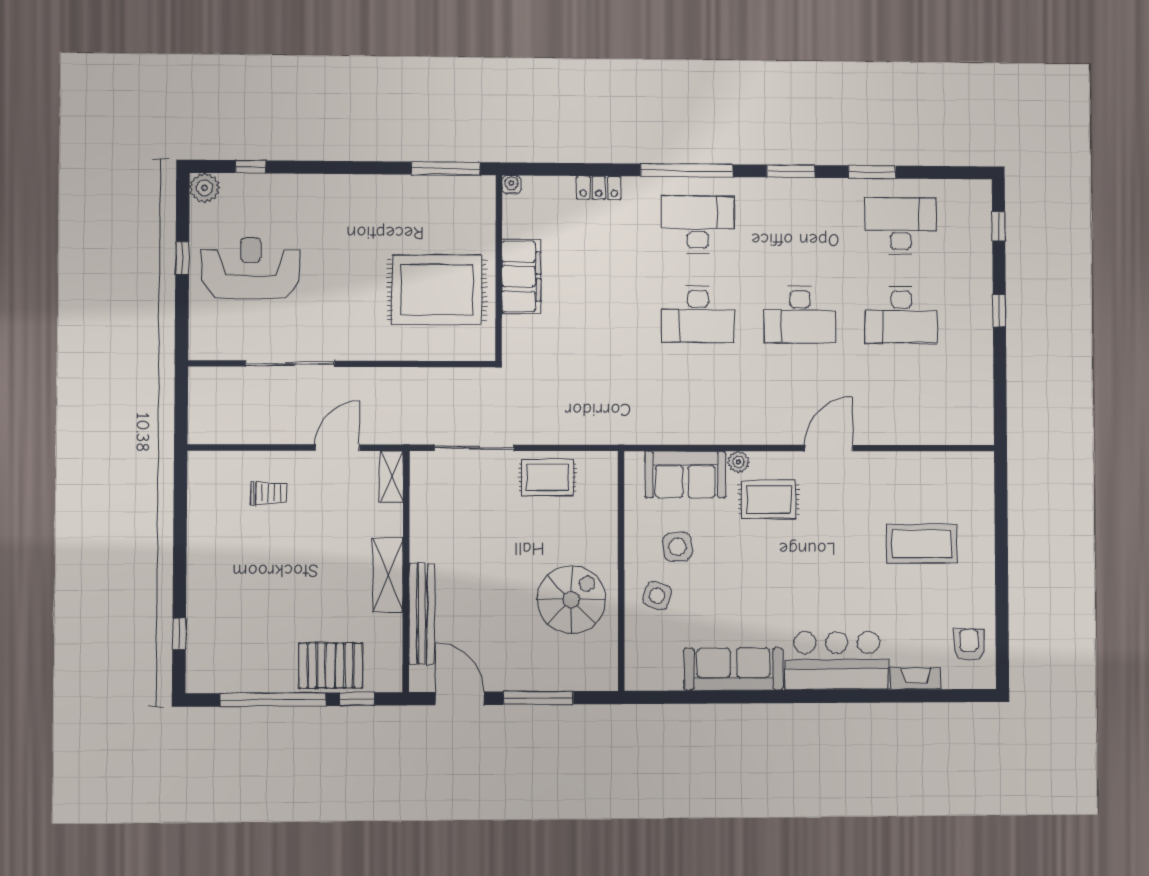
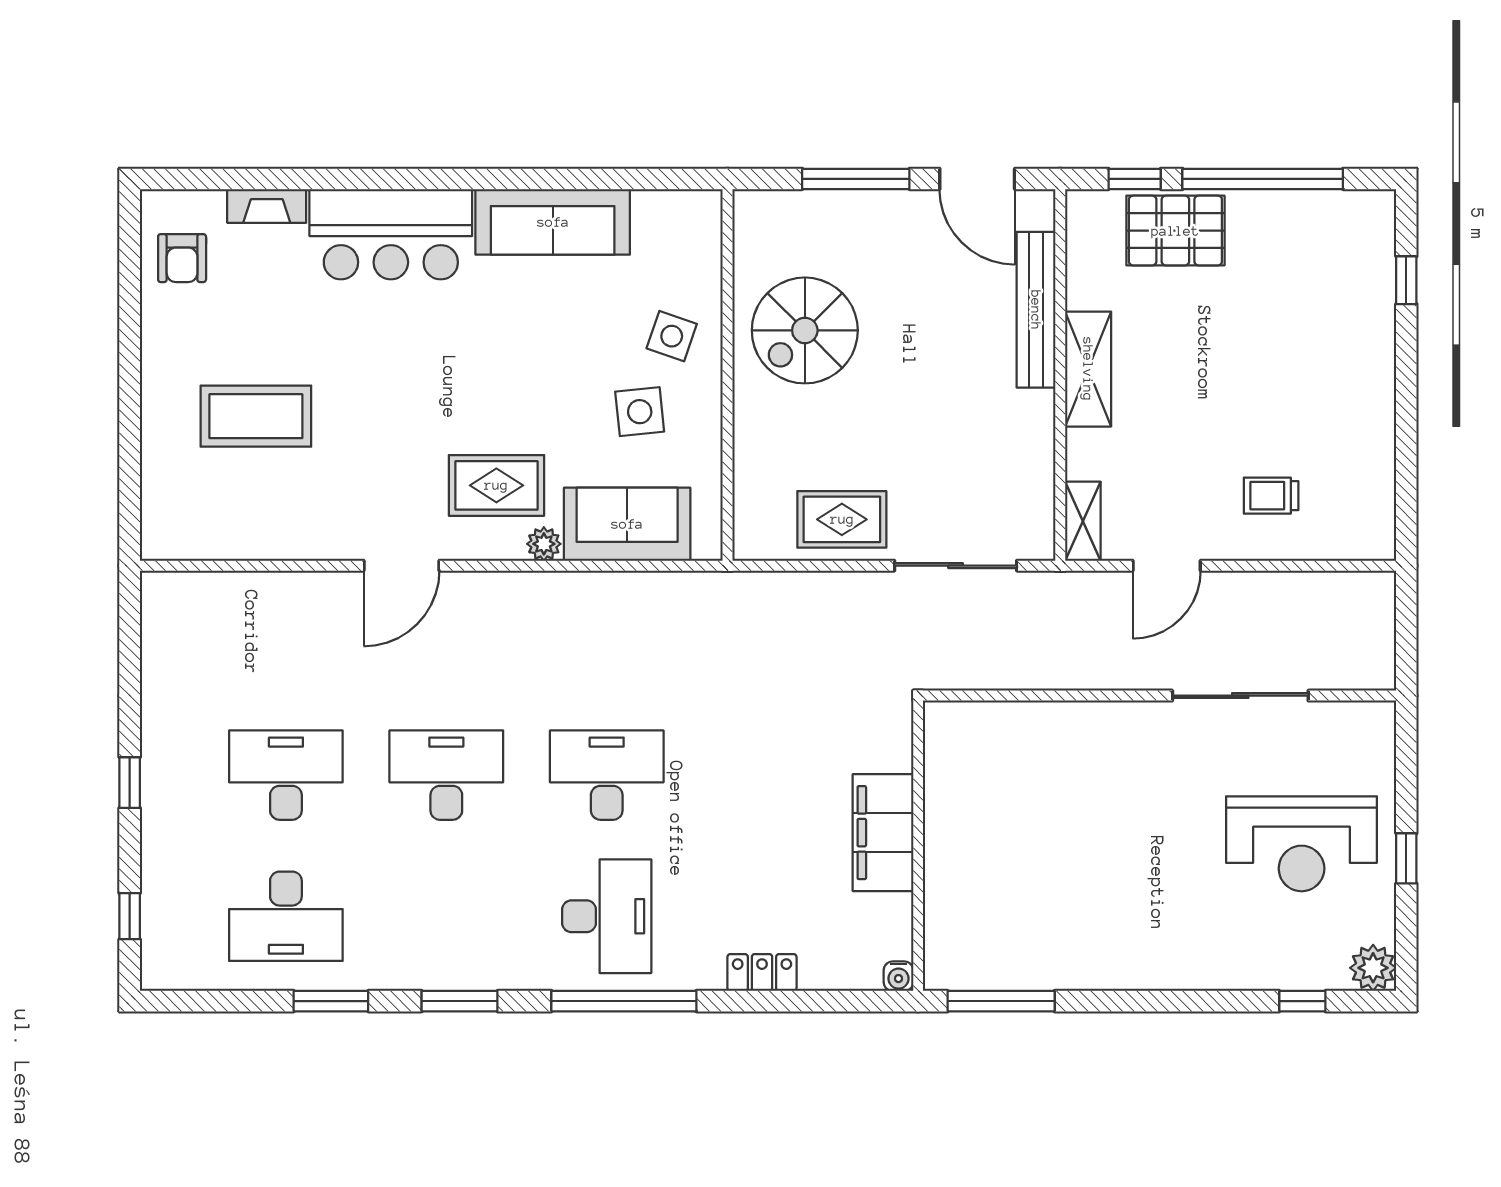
desk: (698, 224) -> (607, 916), turned -90
rug: (437, 290) -> (1014, 811), removed

